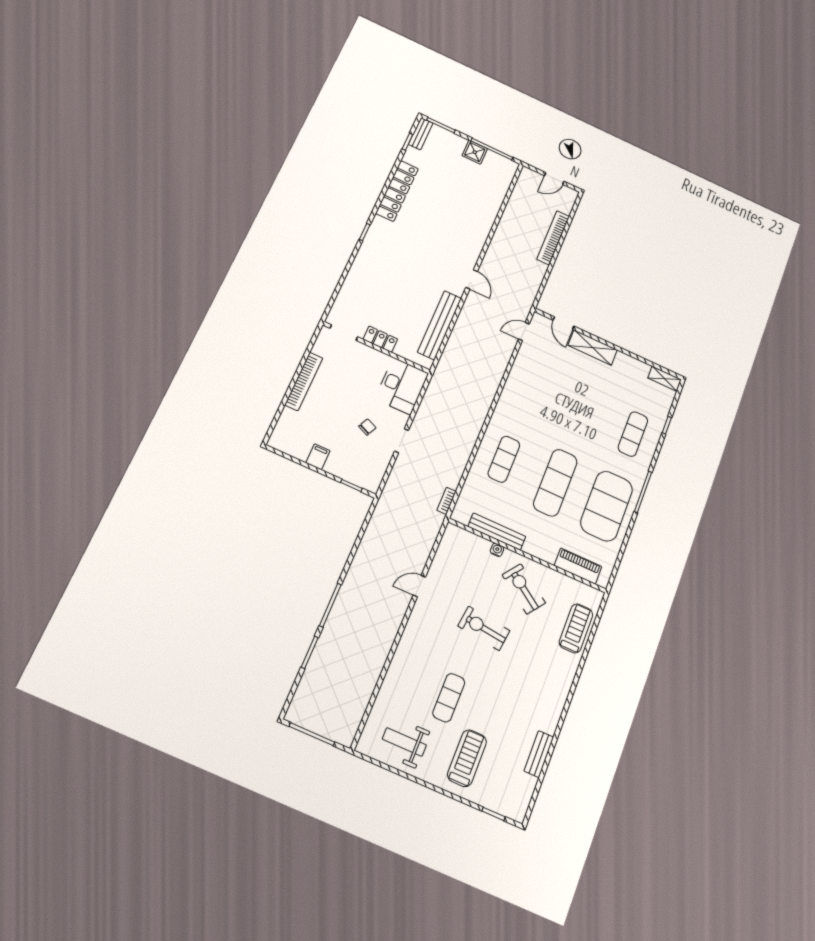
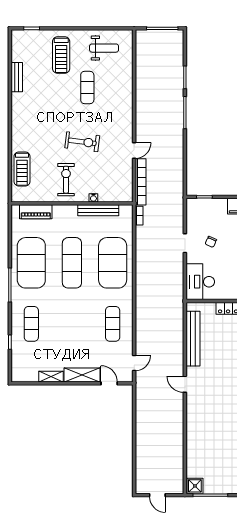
shower: (475, 152) -> (195, 486), moved
door: (554, 178) -> (157, 495), swing flipped
bookcase: (553, 238) -> (141, 182), moved
shelving: (665, 379) -> (51, 377), moved
exercise mat: (533, 388) -> (113, 324), added
exercise mat: (504, 459) -> (113, 263), width x2.00, depth x1.45
exercise bike: (524, 589) -> (66, 180), turned -126

